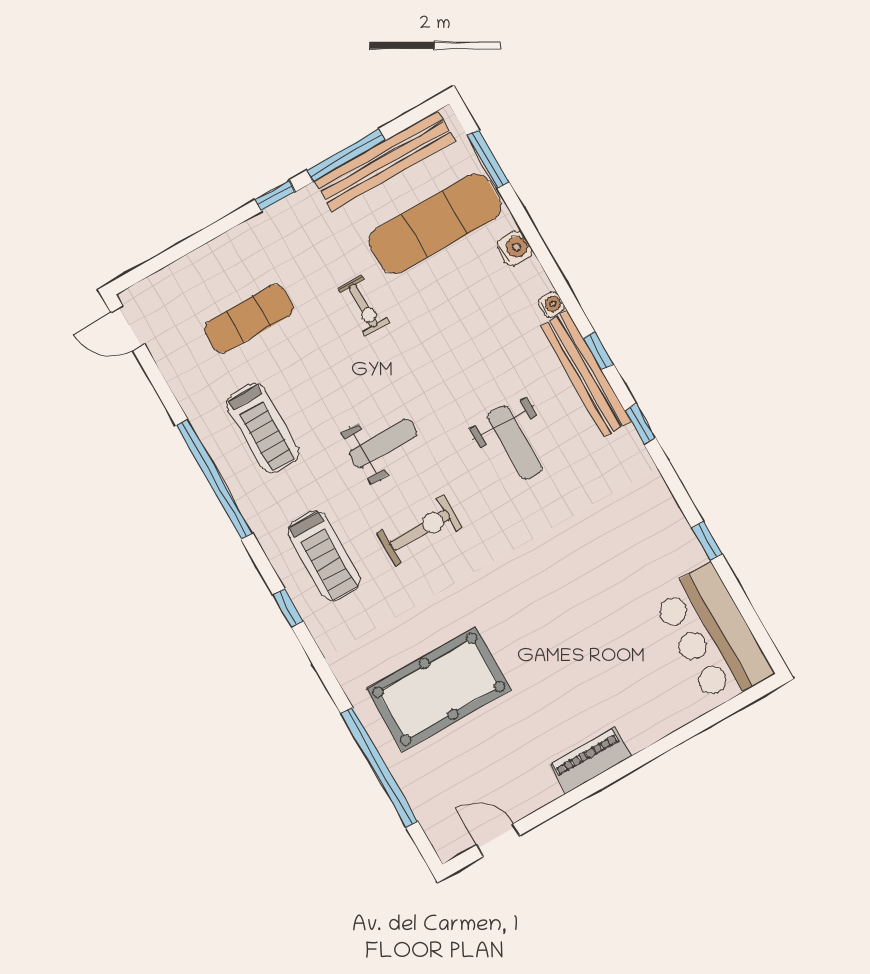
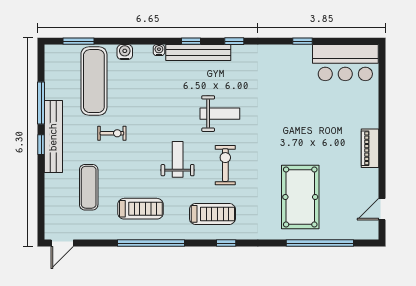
bench: (385, 161) -> (53, 137), moved
weight bench: (515, 443) -> (220, 114), moved

